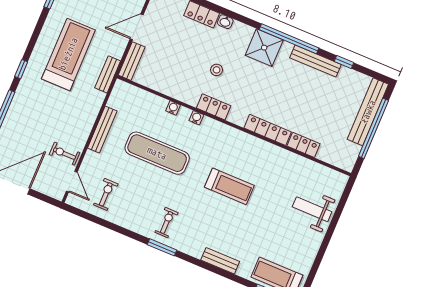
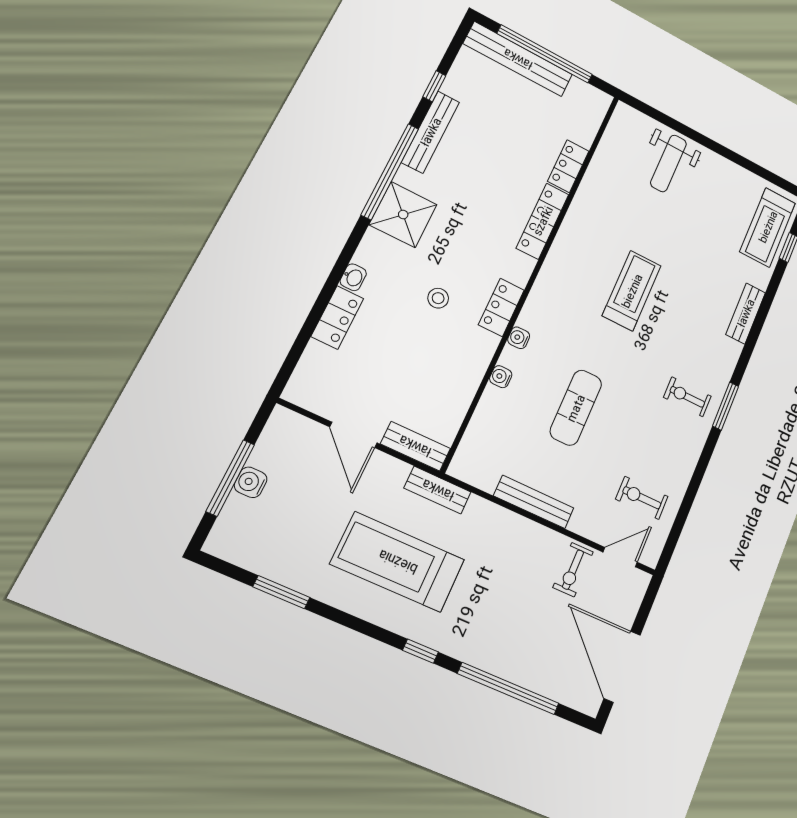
exercise mat: (157, 153) -> (576, 408), width x0.73, depth x0.69

